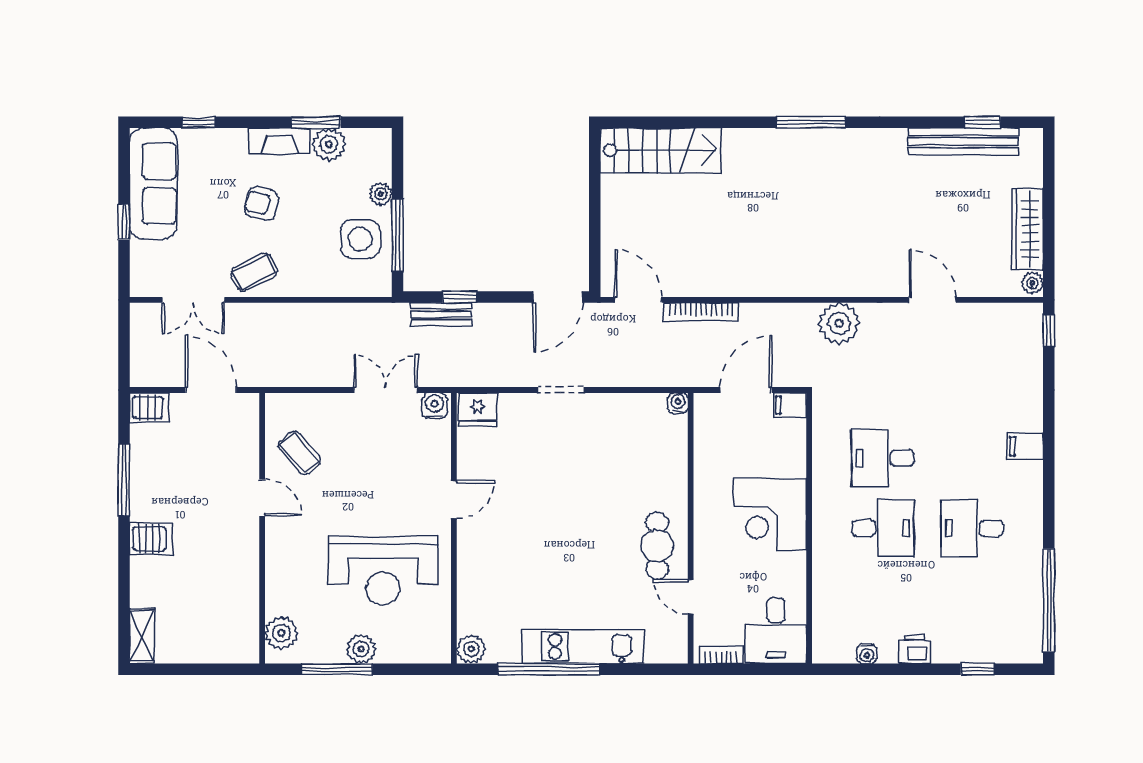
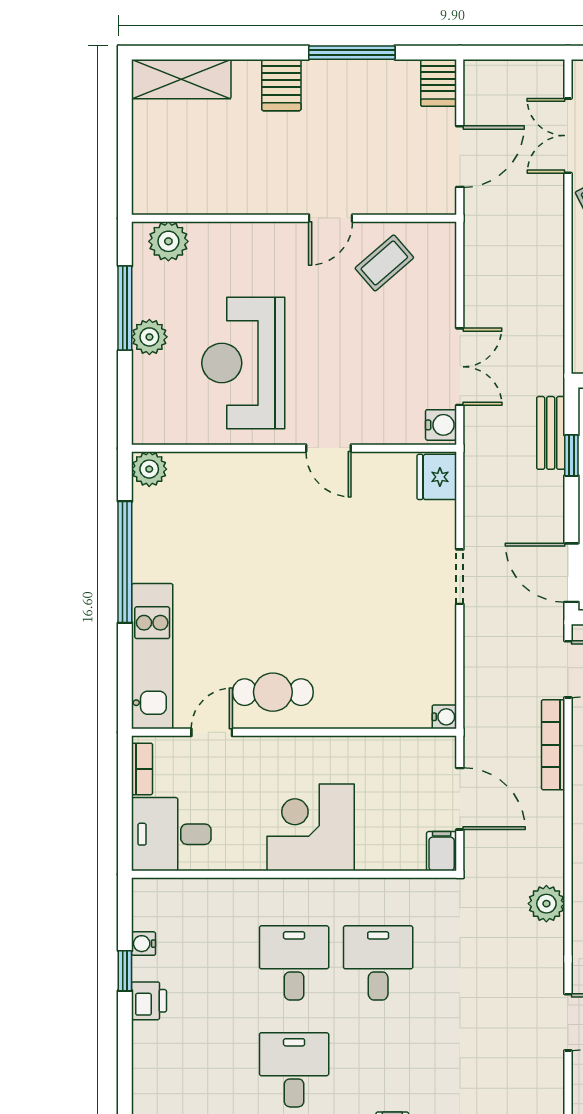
plant: (839, 323) -> (546, 904), width x0.73, depth x0.73
desk: (883, 528) -> (294, 963), turned 180
shelving: (142, 636) -> (181, 79), width x1.50, depth x1.33
kitchen unit: (583, 646) -> (152, 656), moved
window: (977, 669) -> (125, 971), moved

